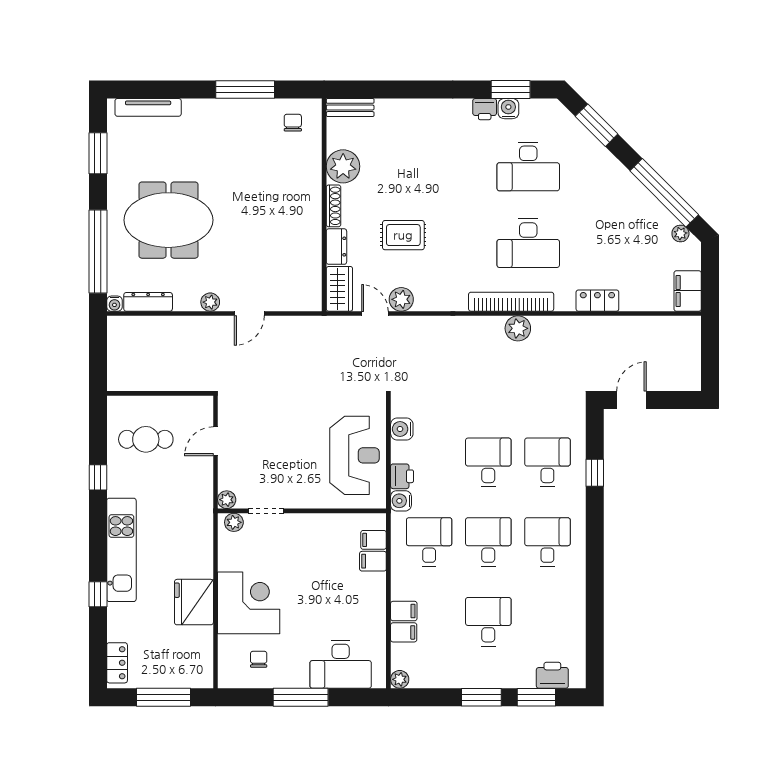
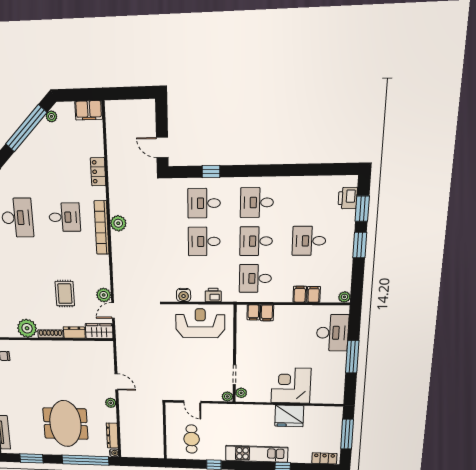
desk: (528, 243) -> (65, 217), width x0.73
water cooler: (401, 501) -> (229, 296), removed
chair: (259, 659) -> (326, 381), removed

